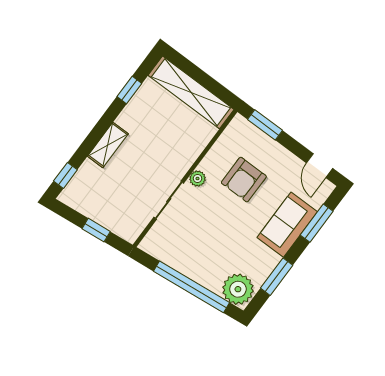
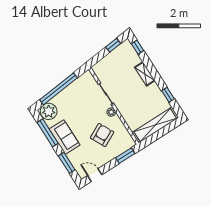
armchair: (244, 180) -> (102, 135), turned 63
sofa: (287, 225) -> (64, 137), moved
window: (96, 230) -> (113, 45), moved
window: (277, 277) -> (48, 133), width x1.44

